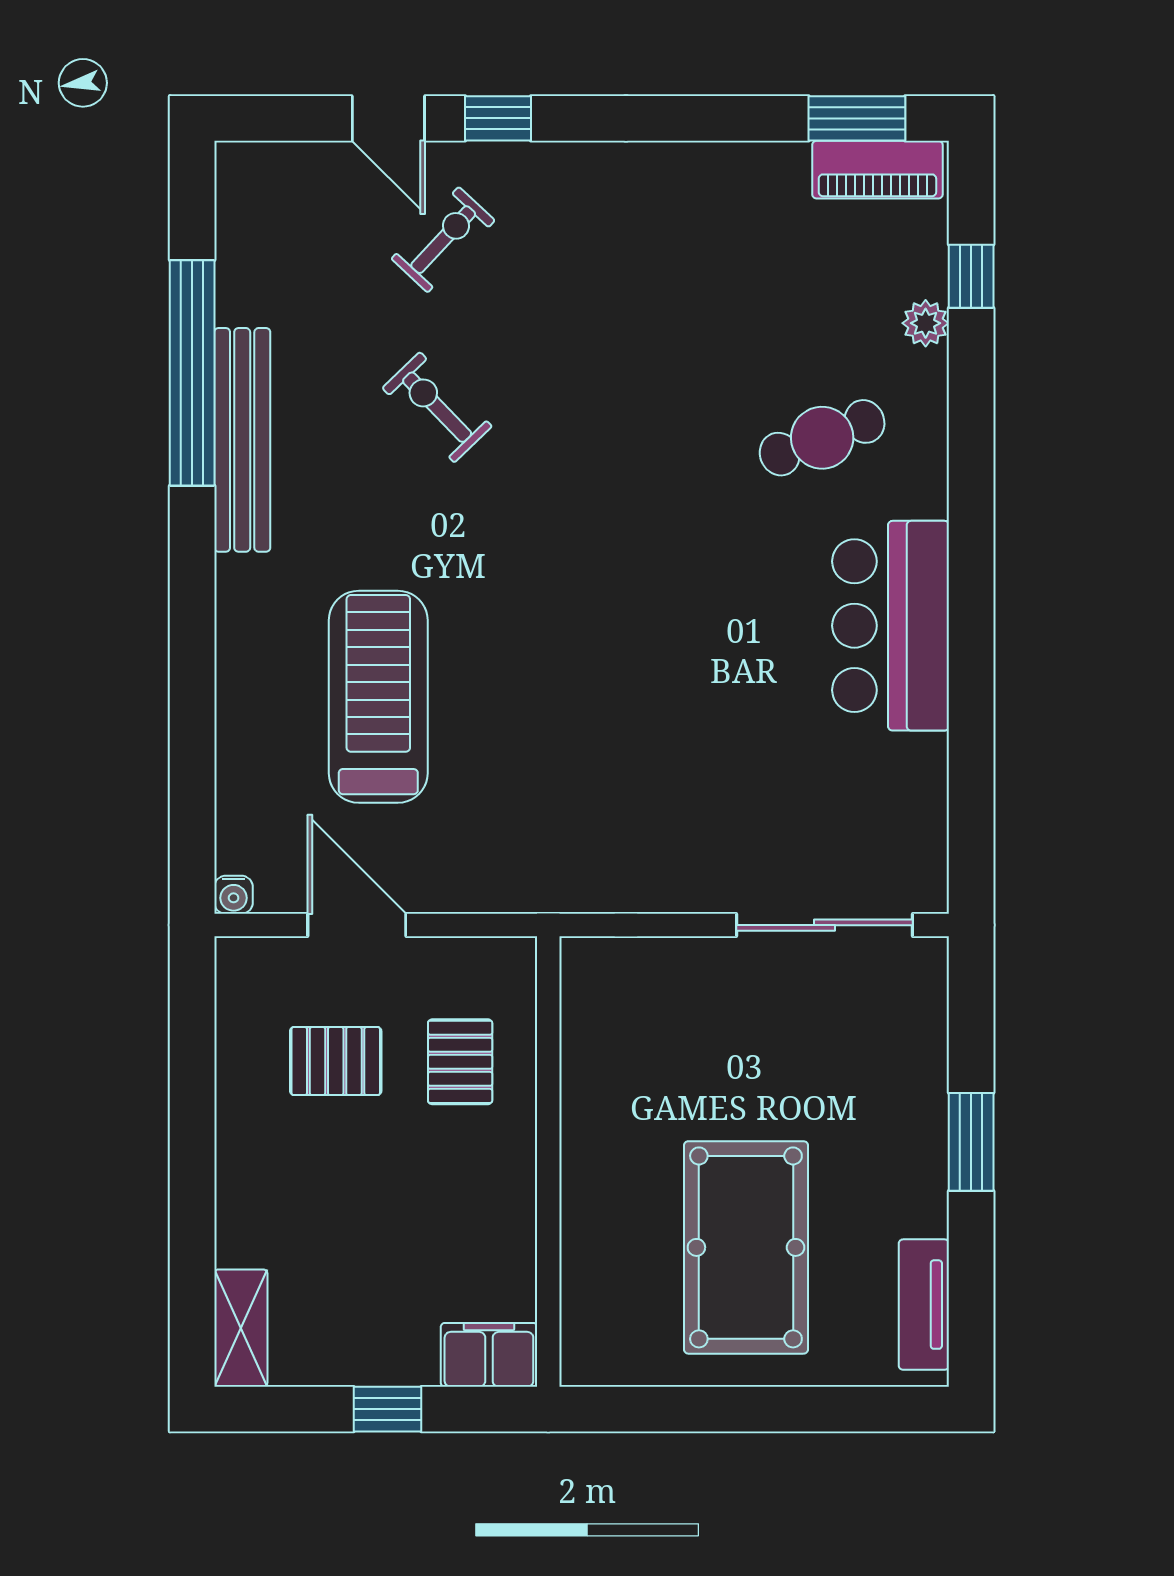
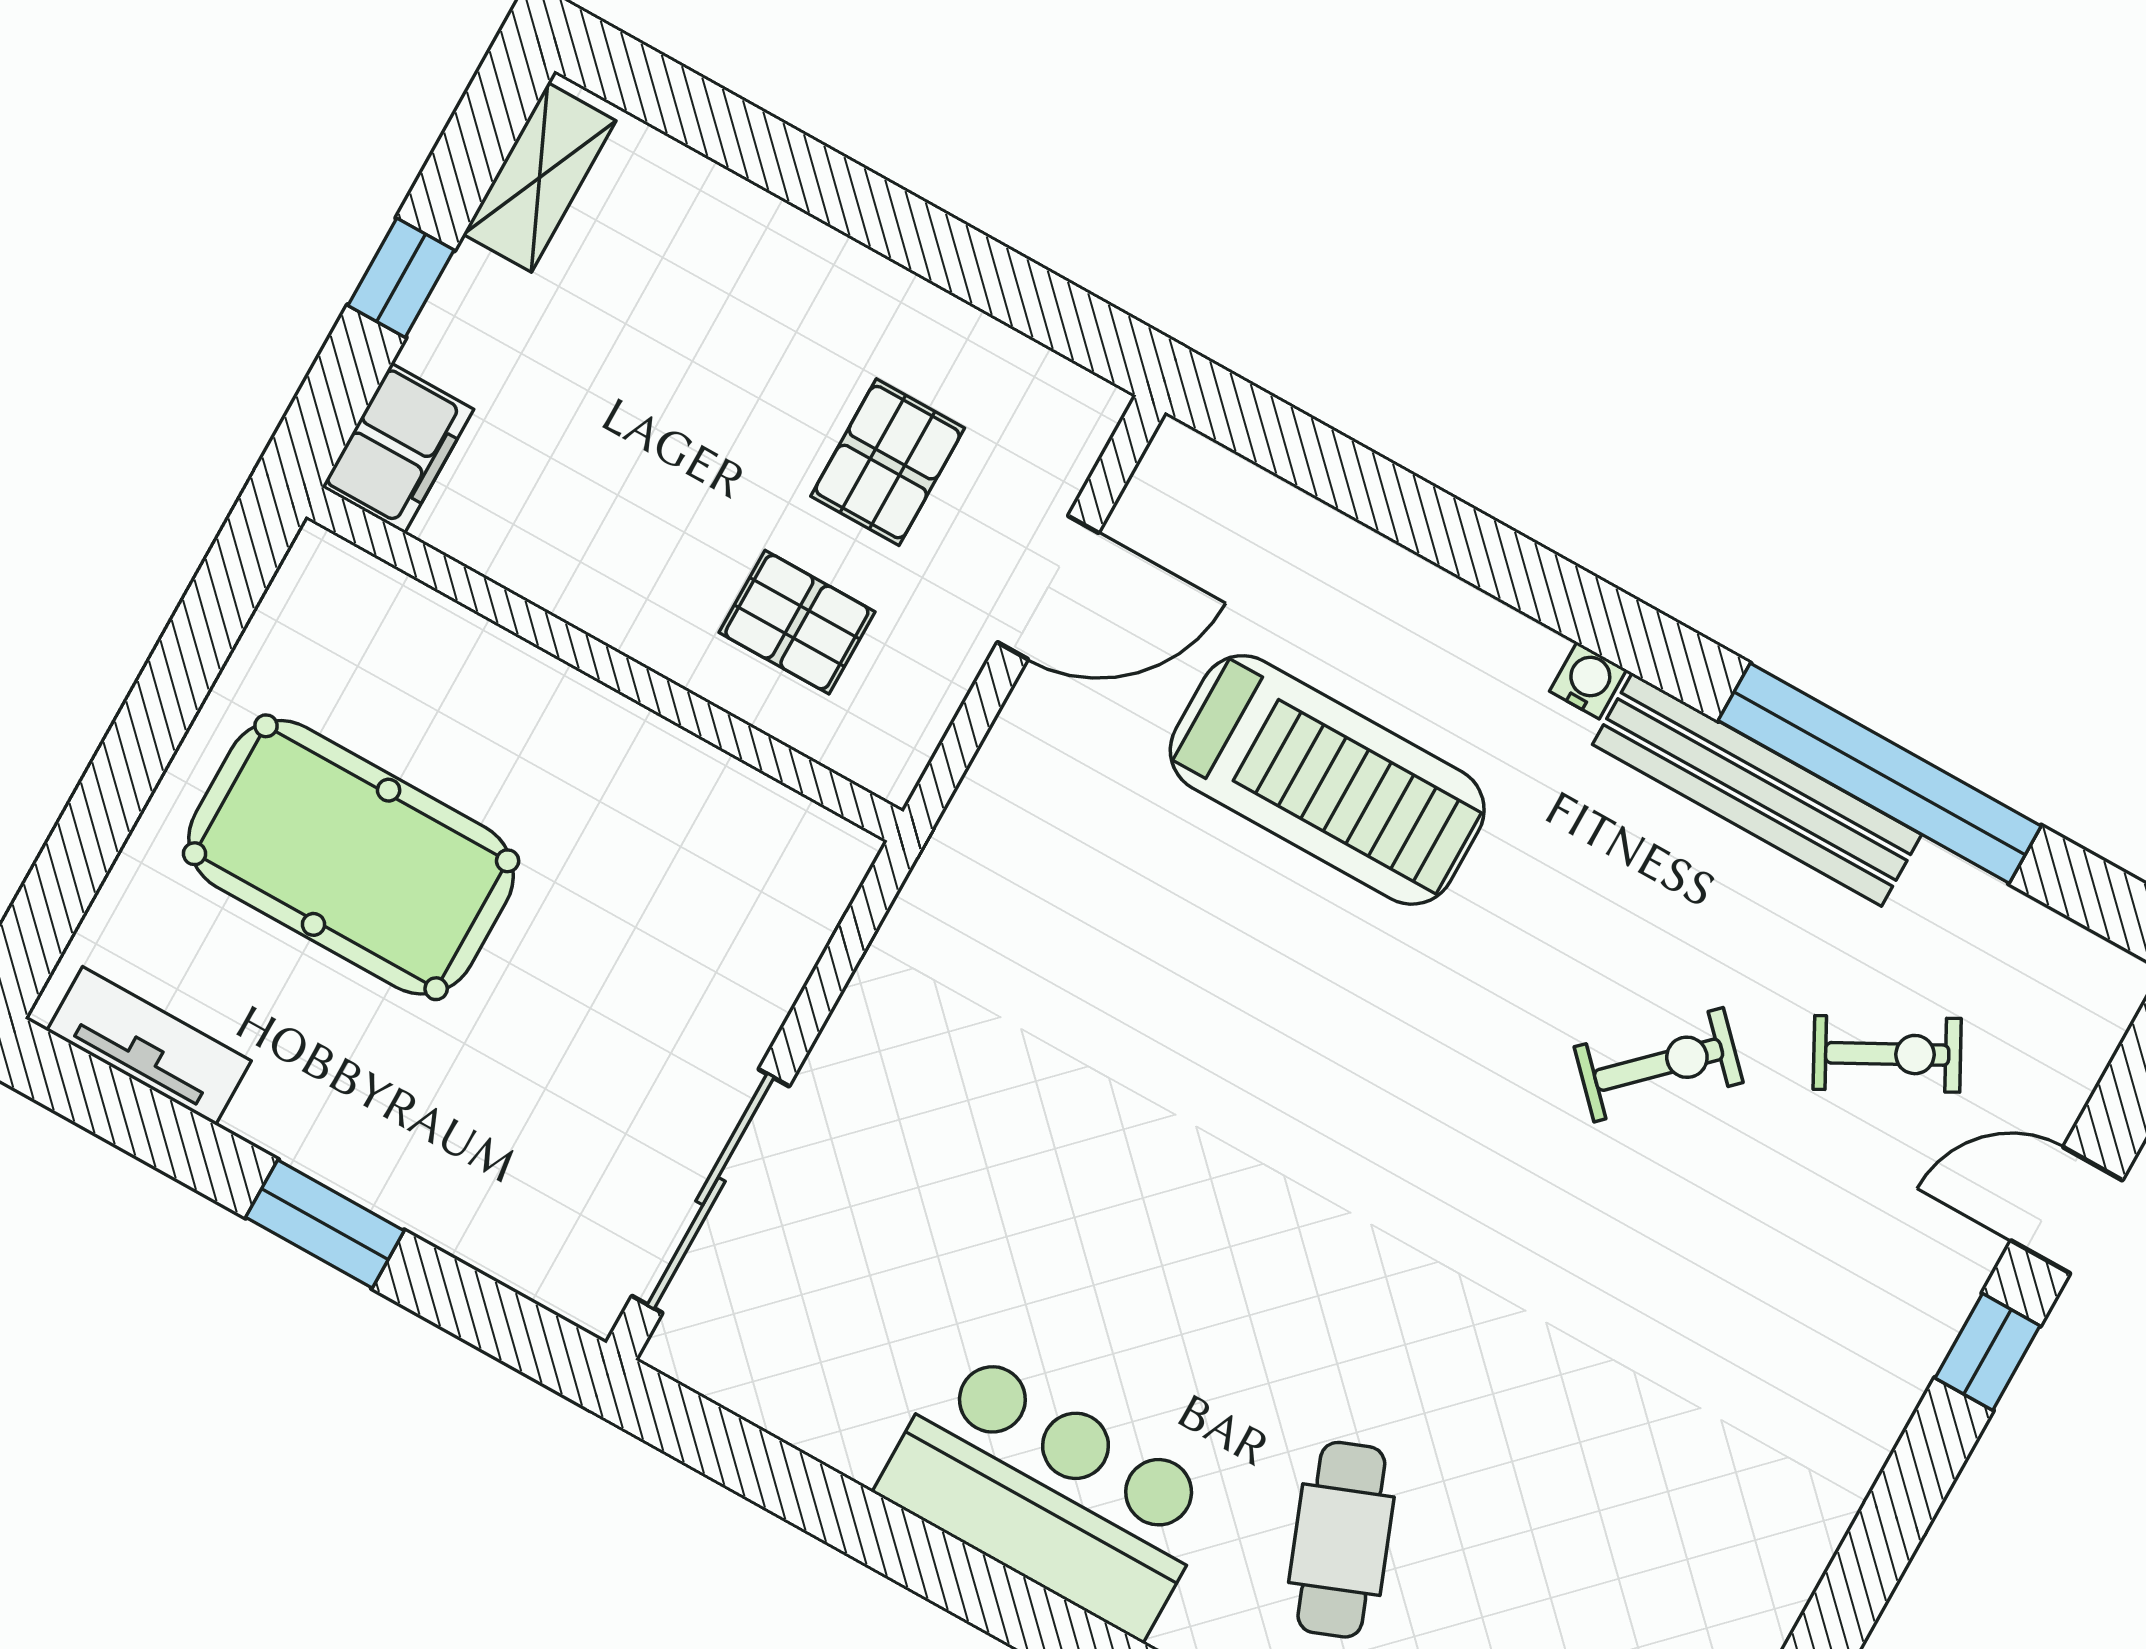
exercise bike: (443, 240) -> (1887, 1054), moved, turned -71
water cooler: (234, 895) -> (1588, 680), moved, turned 90
shelving: (241, 1328) -> (540, 177), moved, turned 90

